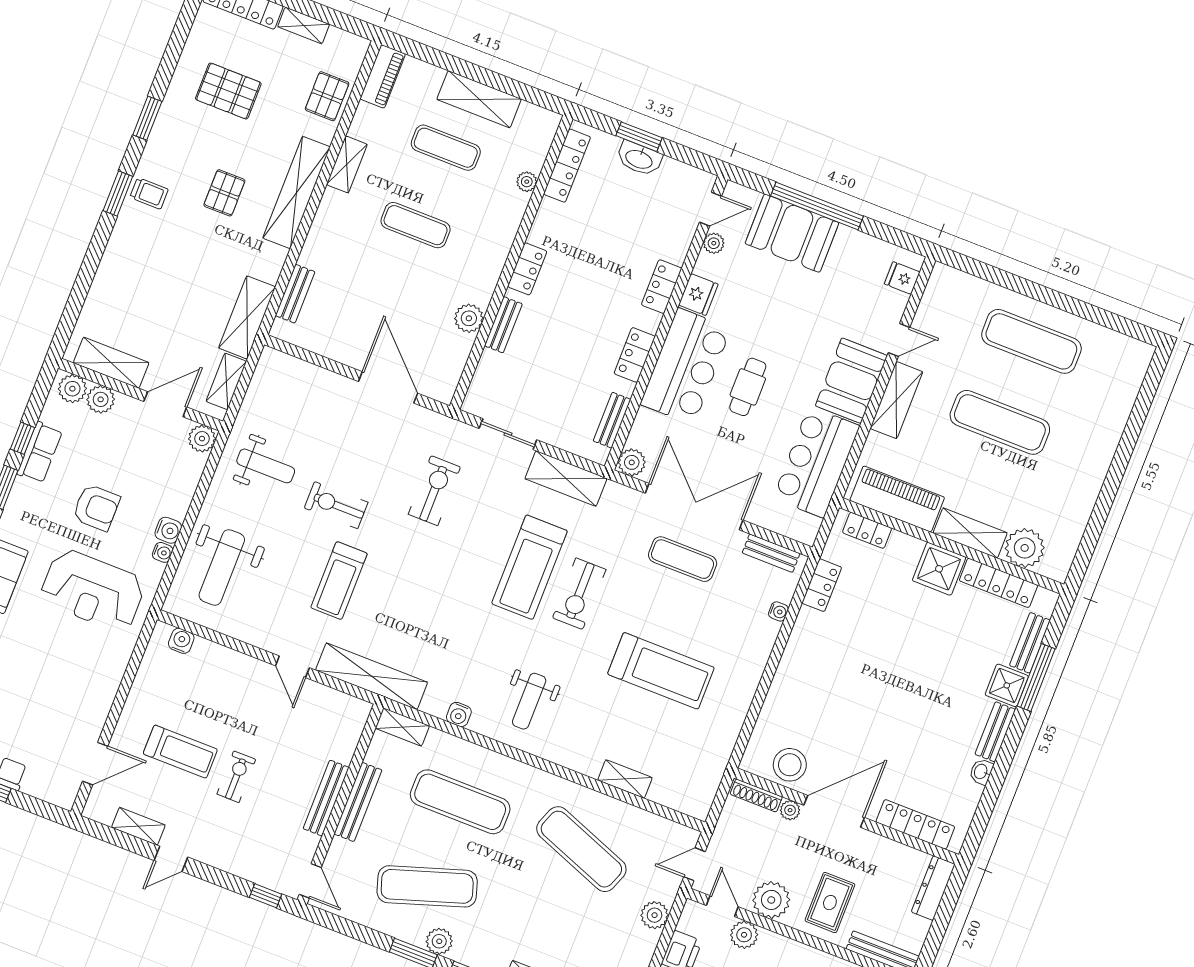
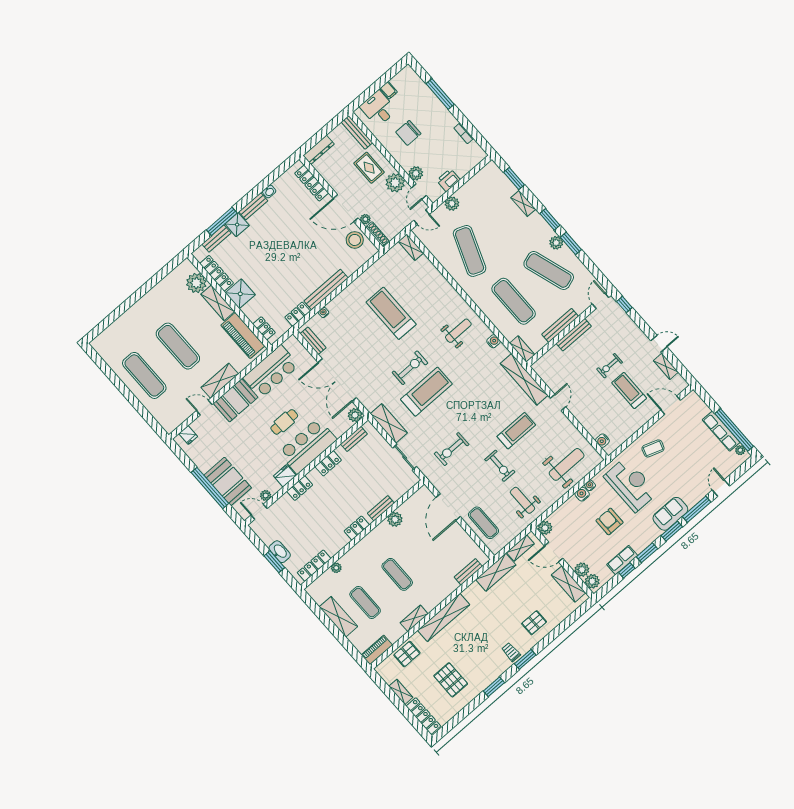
pallet: (224, 193) -> (534, 623), moved
exercise mat: (683, 559) -> (483, 523), moved
bench: (795, 653) -> (326, 289), added
coffee table: (87, 673) -> (653, 448), added
shelving: (625, 779) -> (411, 247), moved
rug: (830, 903) -> (369, 168), turned 90

